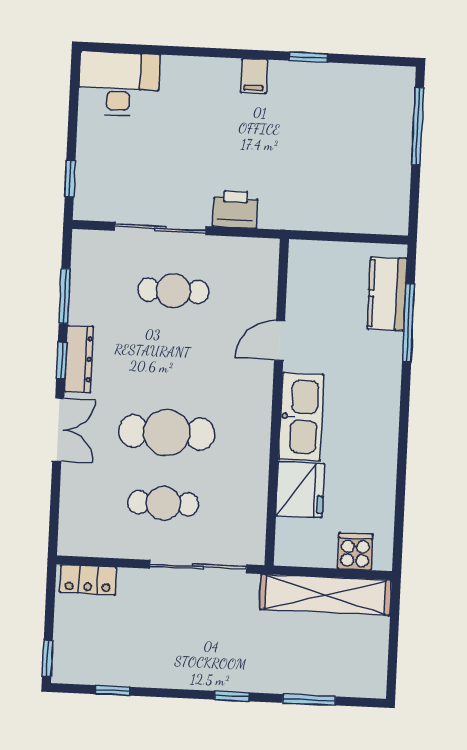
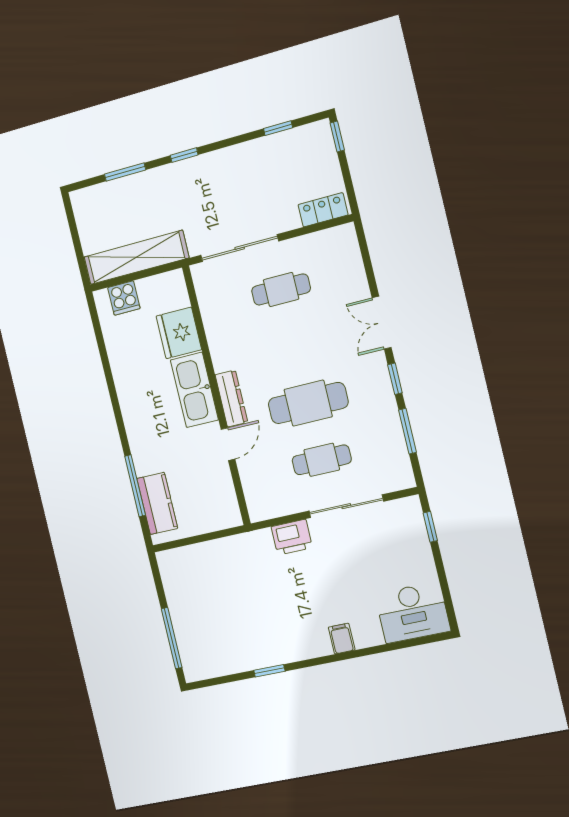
filing cabinet: (254, 76) -> (342, 639), moved
dresser: (79, 359) -> (231, 398), moved, turned 180
cafe table: (167, 432) -> (308, 403), moved

